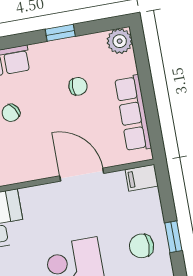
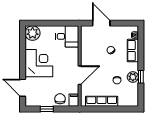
plant: (120, 41) -> (133, 77), moved
chair: (142, 246) -> (60, 99), moved

